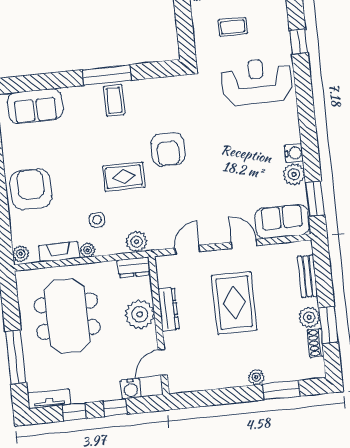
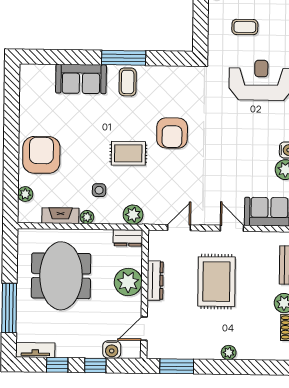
sofa: (35, 106) -> (81, 79), moved
plant: (21, 254) -> (25, 194), moved
window: (281, 390) -> (177, 366), moved

